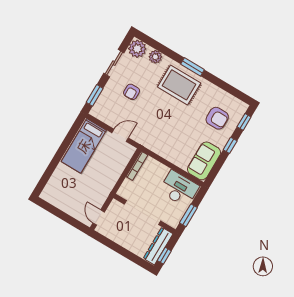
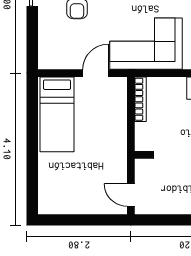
window: (95, 95) -> (32, 41), removed
corner sofa: (159, 136) -> (146, 44), added

